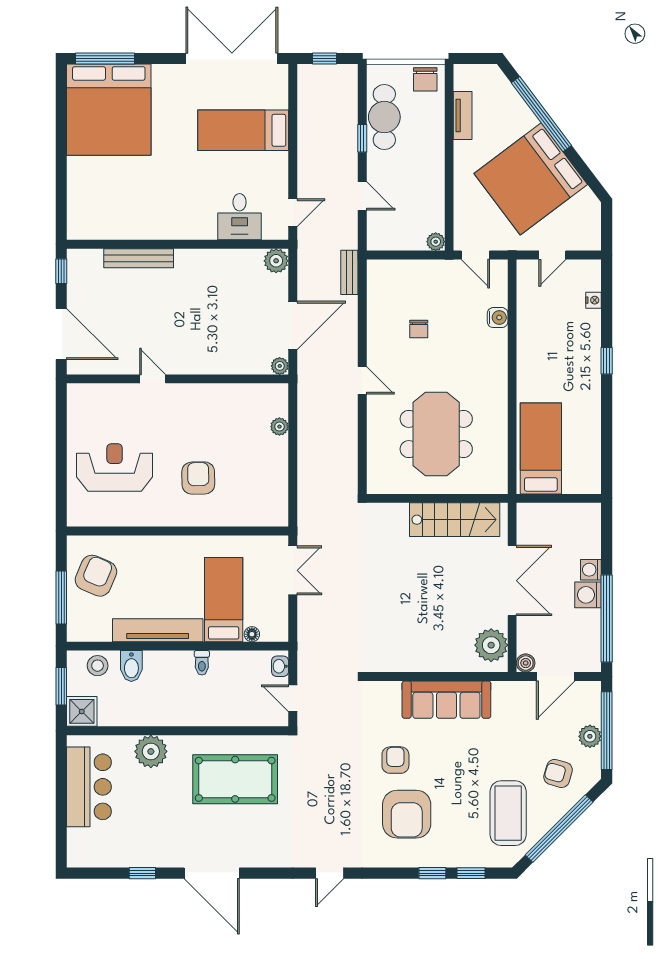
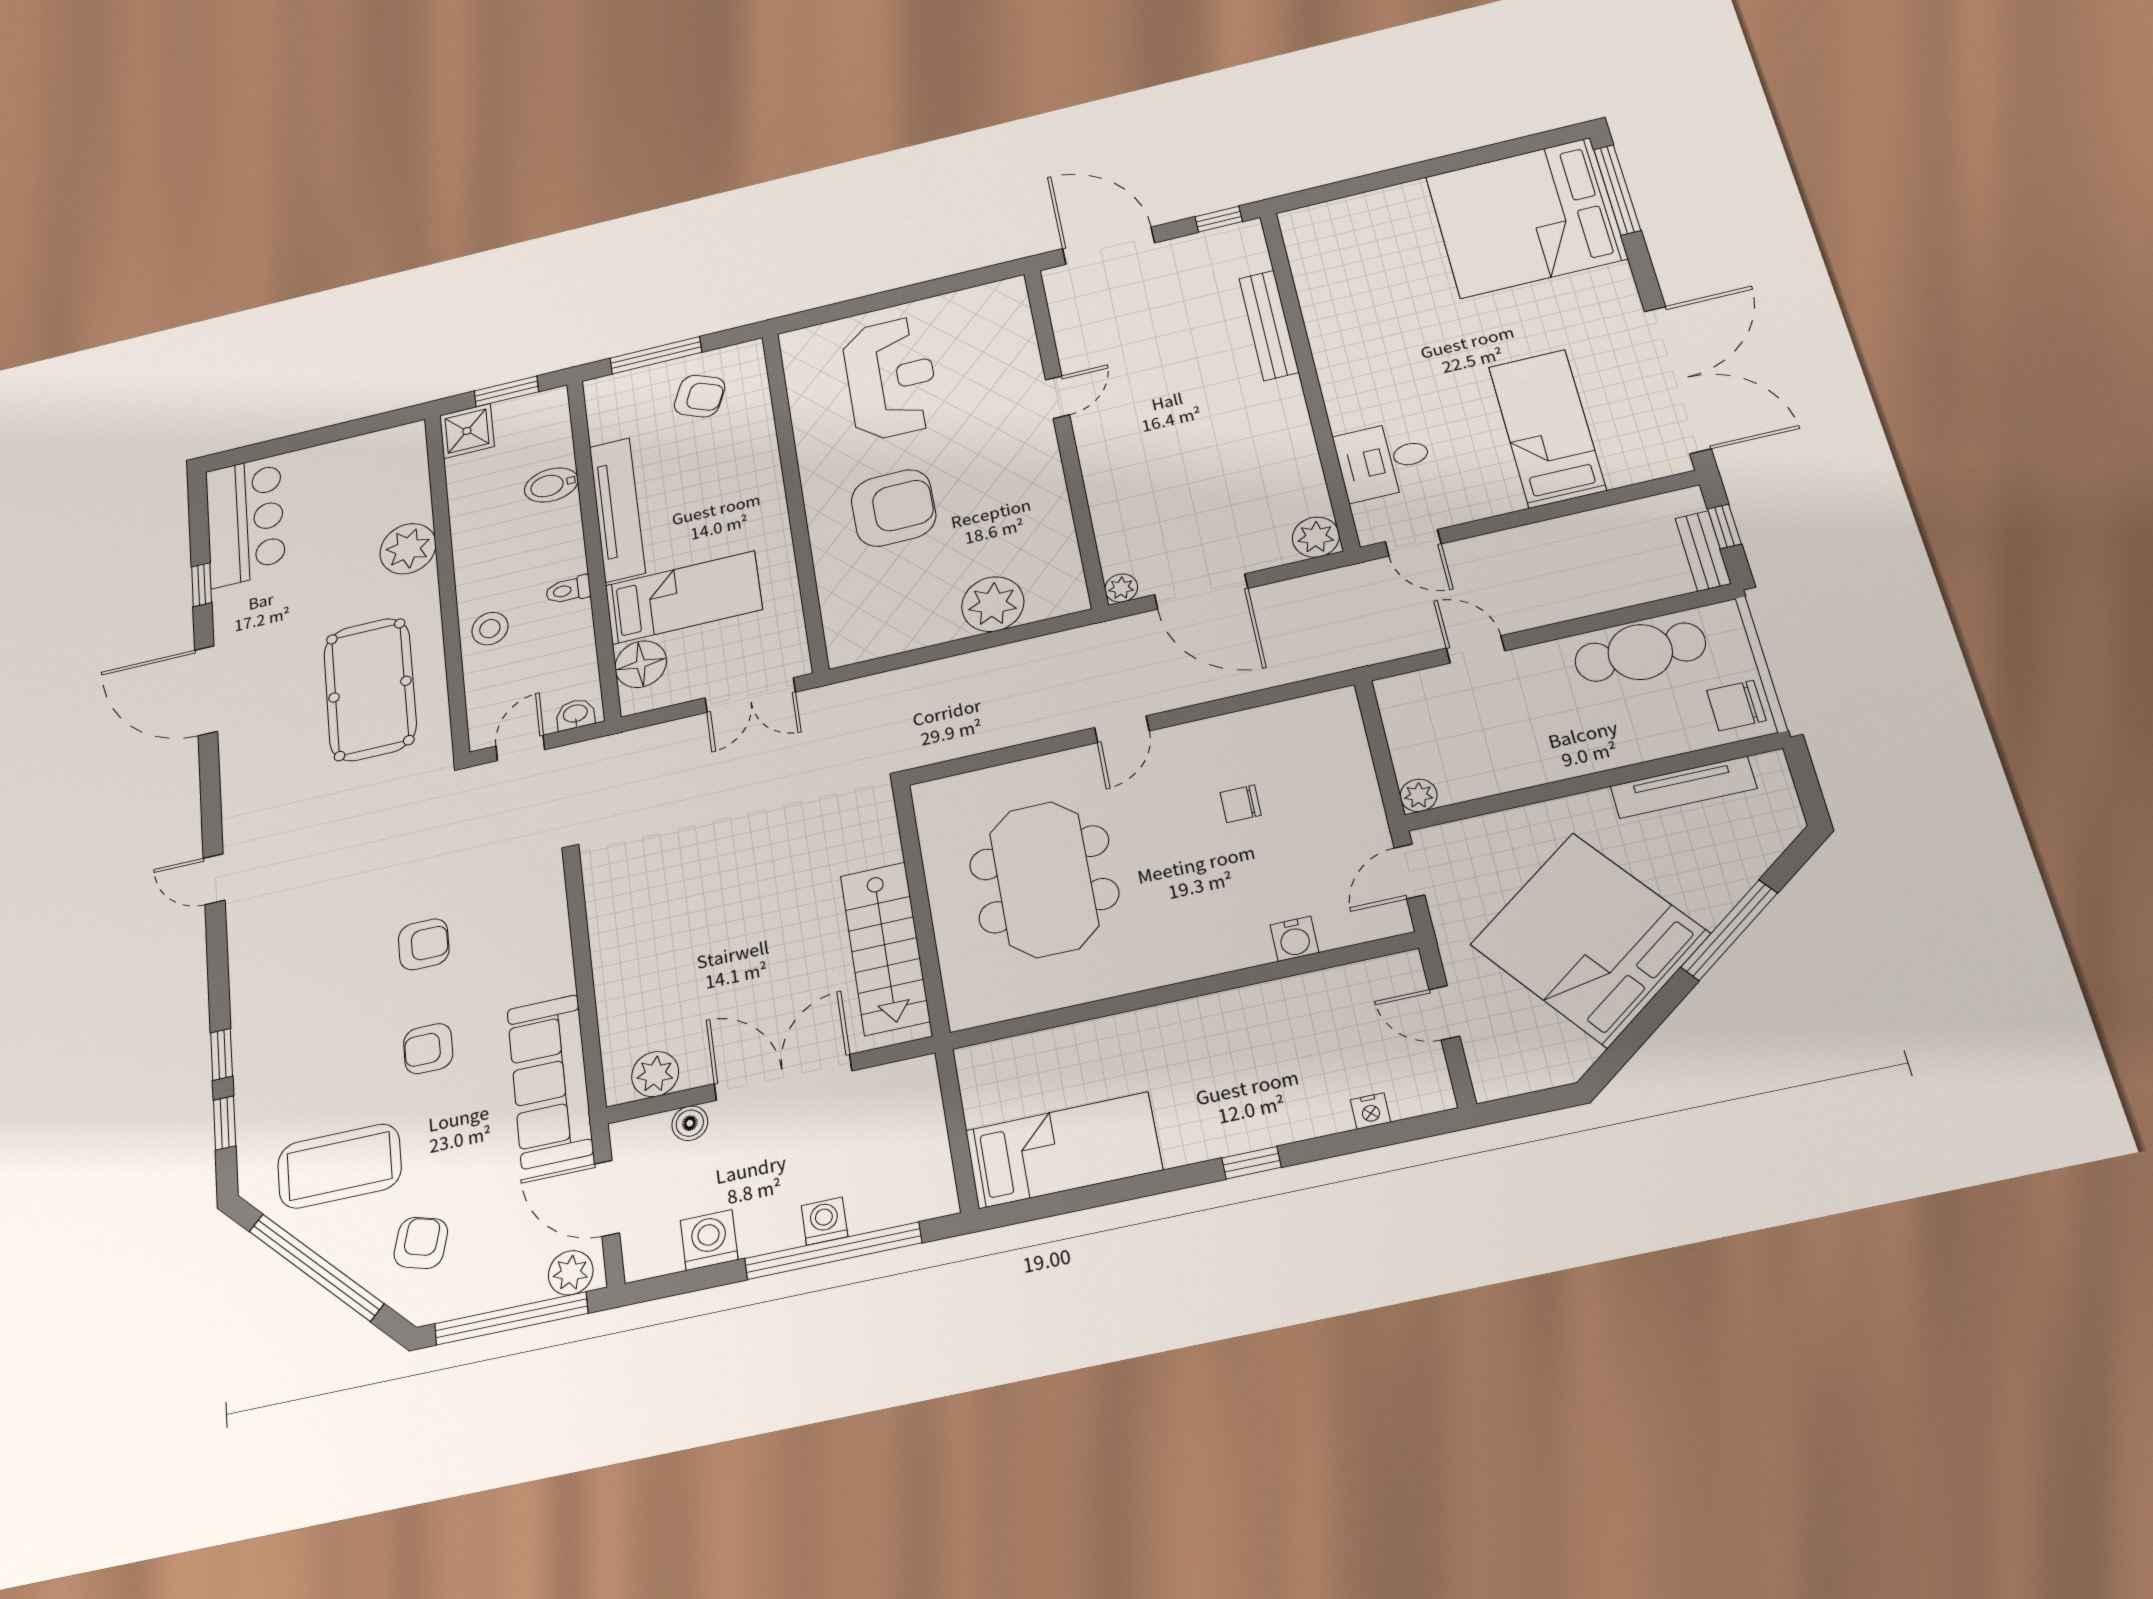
window: (541, 114) -> (1729, 930), width x0.68
tv unit: (463, 116) -> (1683, 787), width x1.41
window: (362, 138) -> (1588, 624), removed
door: (362, 196) -> (1476, 649), swing flipped
bench: (349, 272) -> (1703, 551), moved, turned 90
door: (61, 334) -> (1109, 246), swing flipped
plant: (279, 427) -> (993, 604), width x1.87, depth x1.87
meeting table: (436, 434) -> (1044, 879), turned 90
bed: (541, 448) -> (1064, 1150), moved
armchair: (198, 478) -> (894, 508), width x1.36, depth x1.36
armchair: (96, 576) -> (700, 396), width x0.72, depth x0.72
double door: (512, 581) -> (783, 1077), swing flipped
washing machine: (588, 595) -> (709, 1240), moved
window: (607, 618) -> (833, 1251), moved
floor lamp: (252, 634) -> (641, 664), width x1.89, depth x1.89
plant: (491, 645) -> (655, 1074), width x0.73, depth x0.73
boiler: (526, 663) -> (690, 1123), moved
stool: (98, 666) -> (490, 629), moved
sofa: (446, 700) -> (550, 1081), moved
plant: (590, 736) -> (571, 1273), moved
bar counter: (89, 787) -> (245, 521), moved, turned -90
armchair: (407, 814) -> (428, 1049), moved, width x0.53, depth x0.53
door: (212, 873) -> (206, 691), hinge flipped

